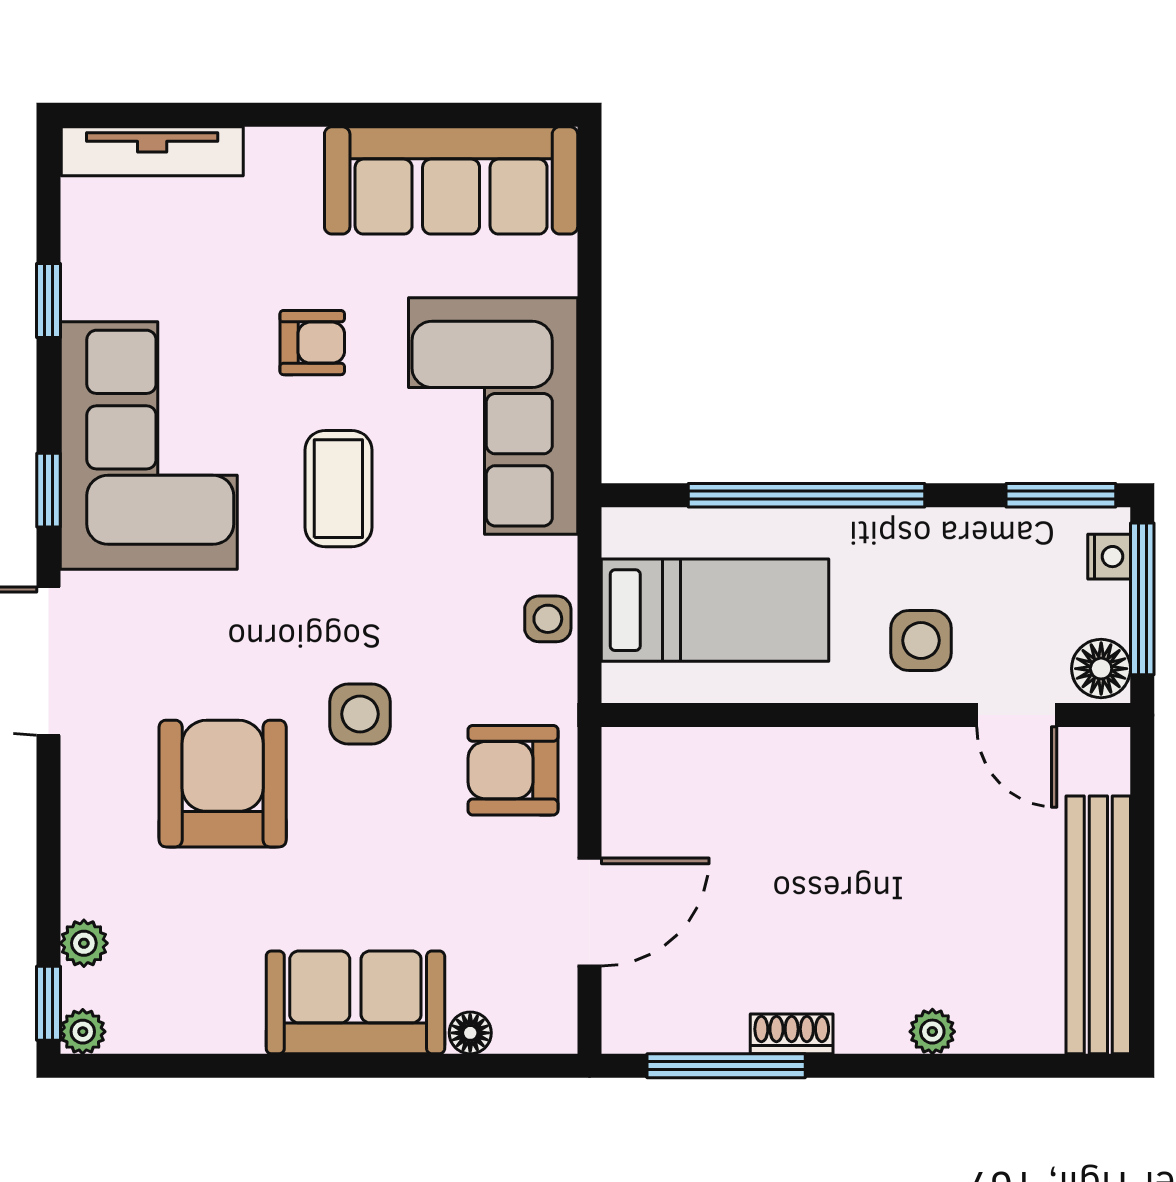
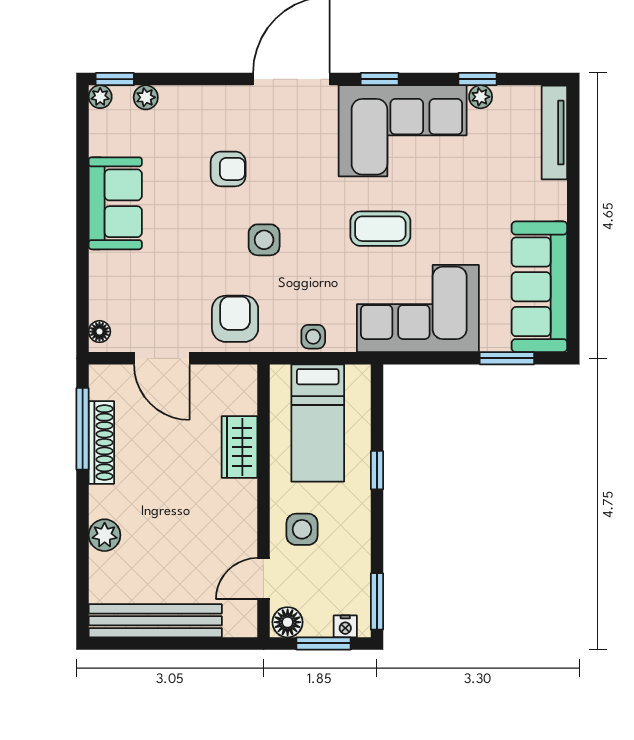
window: (589, 243) -> (507, 358), added
plant: (83, 294) -> (481, 97), added
armchair: (312, 343) -> (456, 215), removed
window: (807, 495) -> (377, 470), width x0.32
window: (1142, 599) -> (323, 643), width x0.69
wardrobe: (762, 762) -> (239, 447), added
armchair: (223, 784) -> (228, 169), width x0.53, depth x0.53
sofa: (355, 1002) -> (115, 203), moved
plant: (932, 1032) -> (105, 535), width x1.38, depth x1.38
floor lamp: (470, 1033) -> (99, 332), moved
shoe rack: (792, 1034) -> (101, 442), width x1.94, depth x1.24

